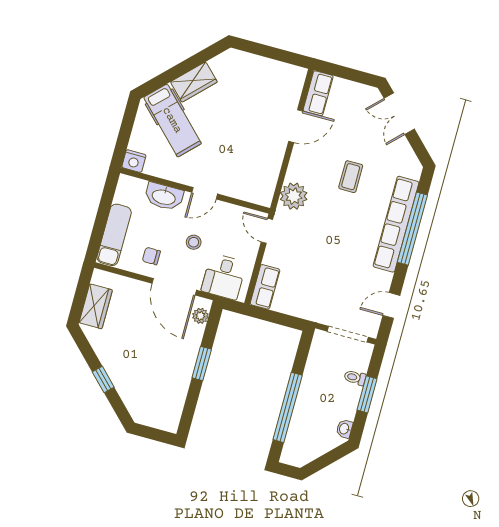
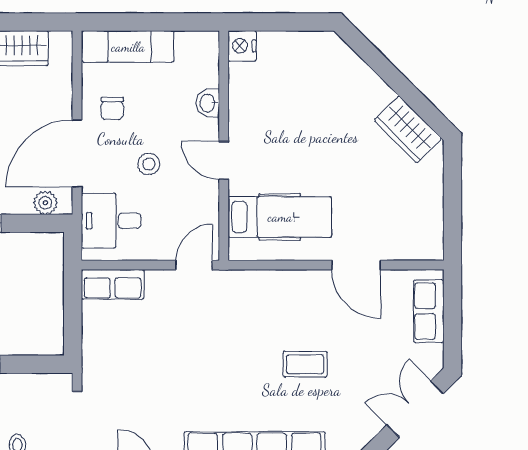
wardrobe: (194, 82) -> (408, 129), moved
row of seats: (318, 93) -> (429, 311), moved, turned 90
hospital bed: (172, 120) -> (280, 217), moved, turned -135
plant: (294, 196) -> (255, 290), removed
washbasin: (164, 197) -> (208, 103), width x0.52, depth x0.69
chair: (151, 256) -> (112, 108), turned 180

